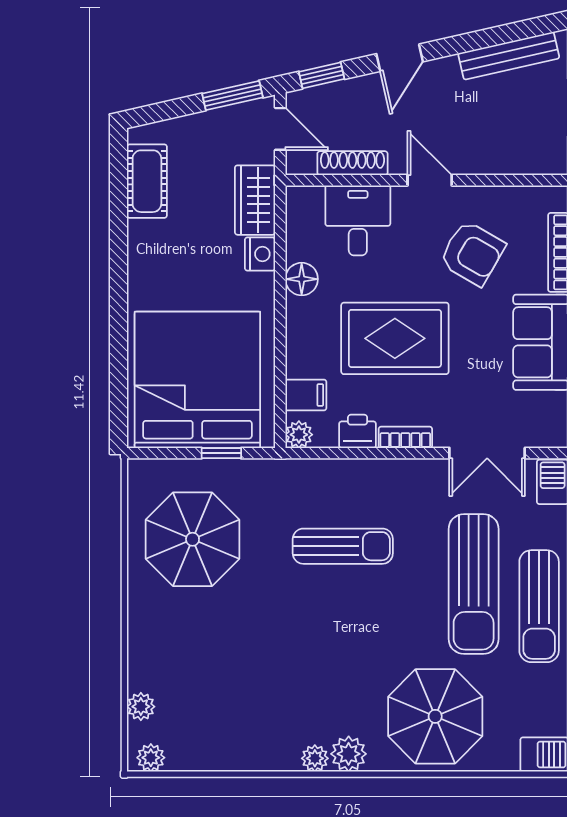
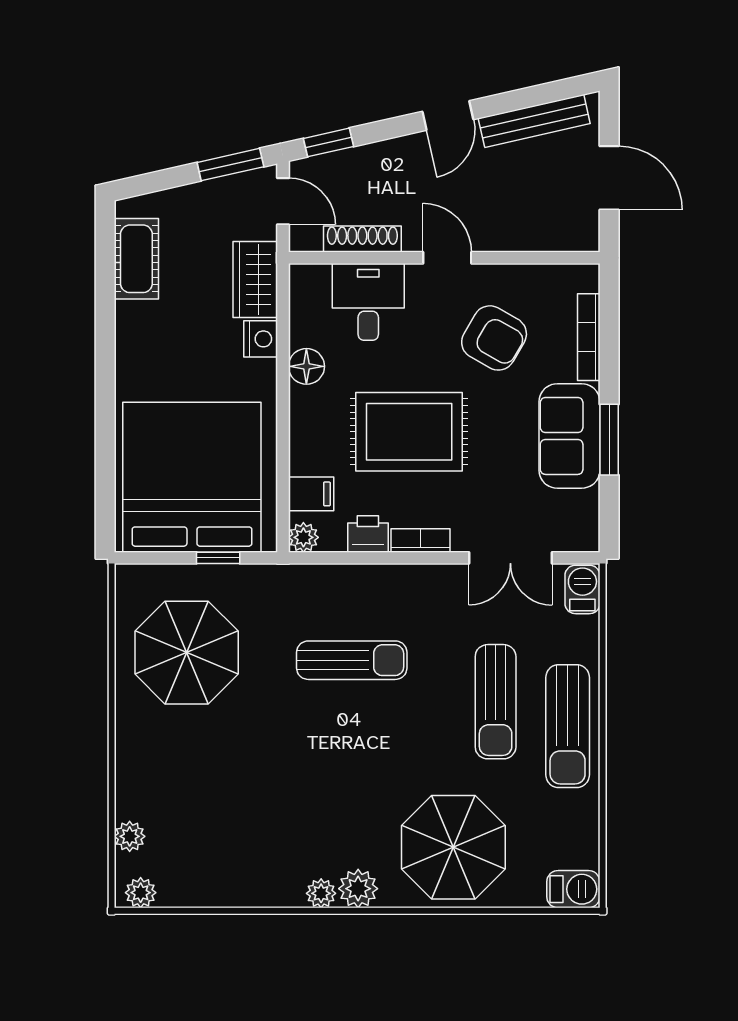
door: (400, 58) -> (448, 115), moved
sun lounger: (474, 584) -> (496, 702), width x0.73, depth x0.75

